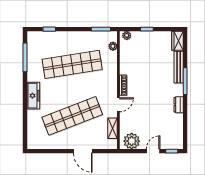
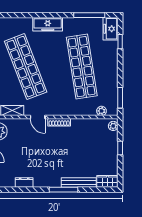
freezer: (37, 38) -> (111, 29), added
dresser: (179, 105) -> (24, 182), moved

